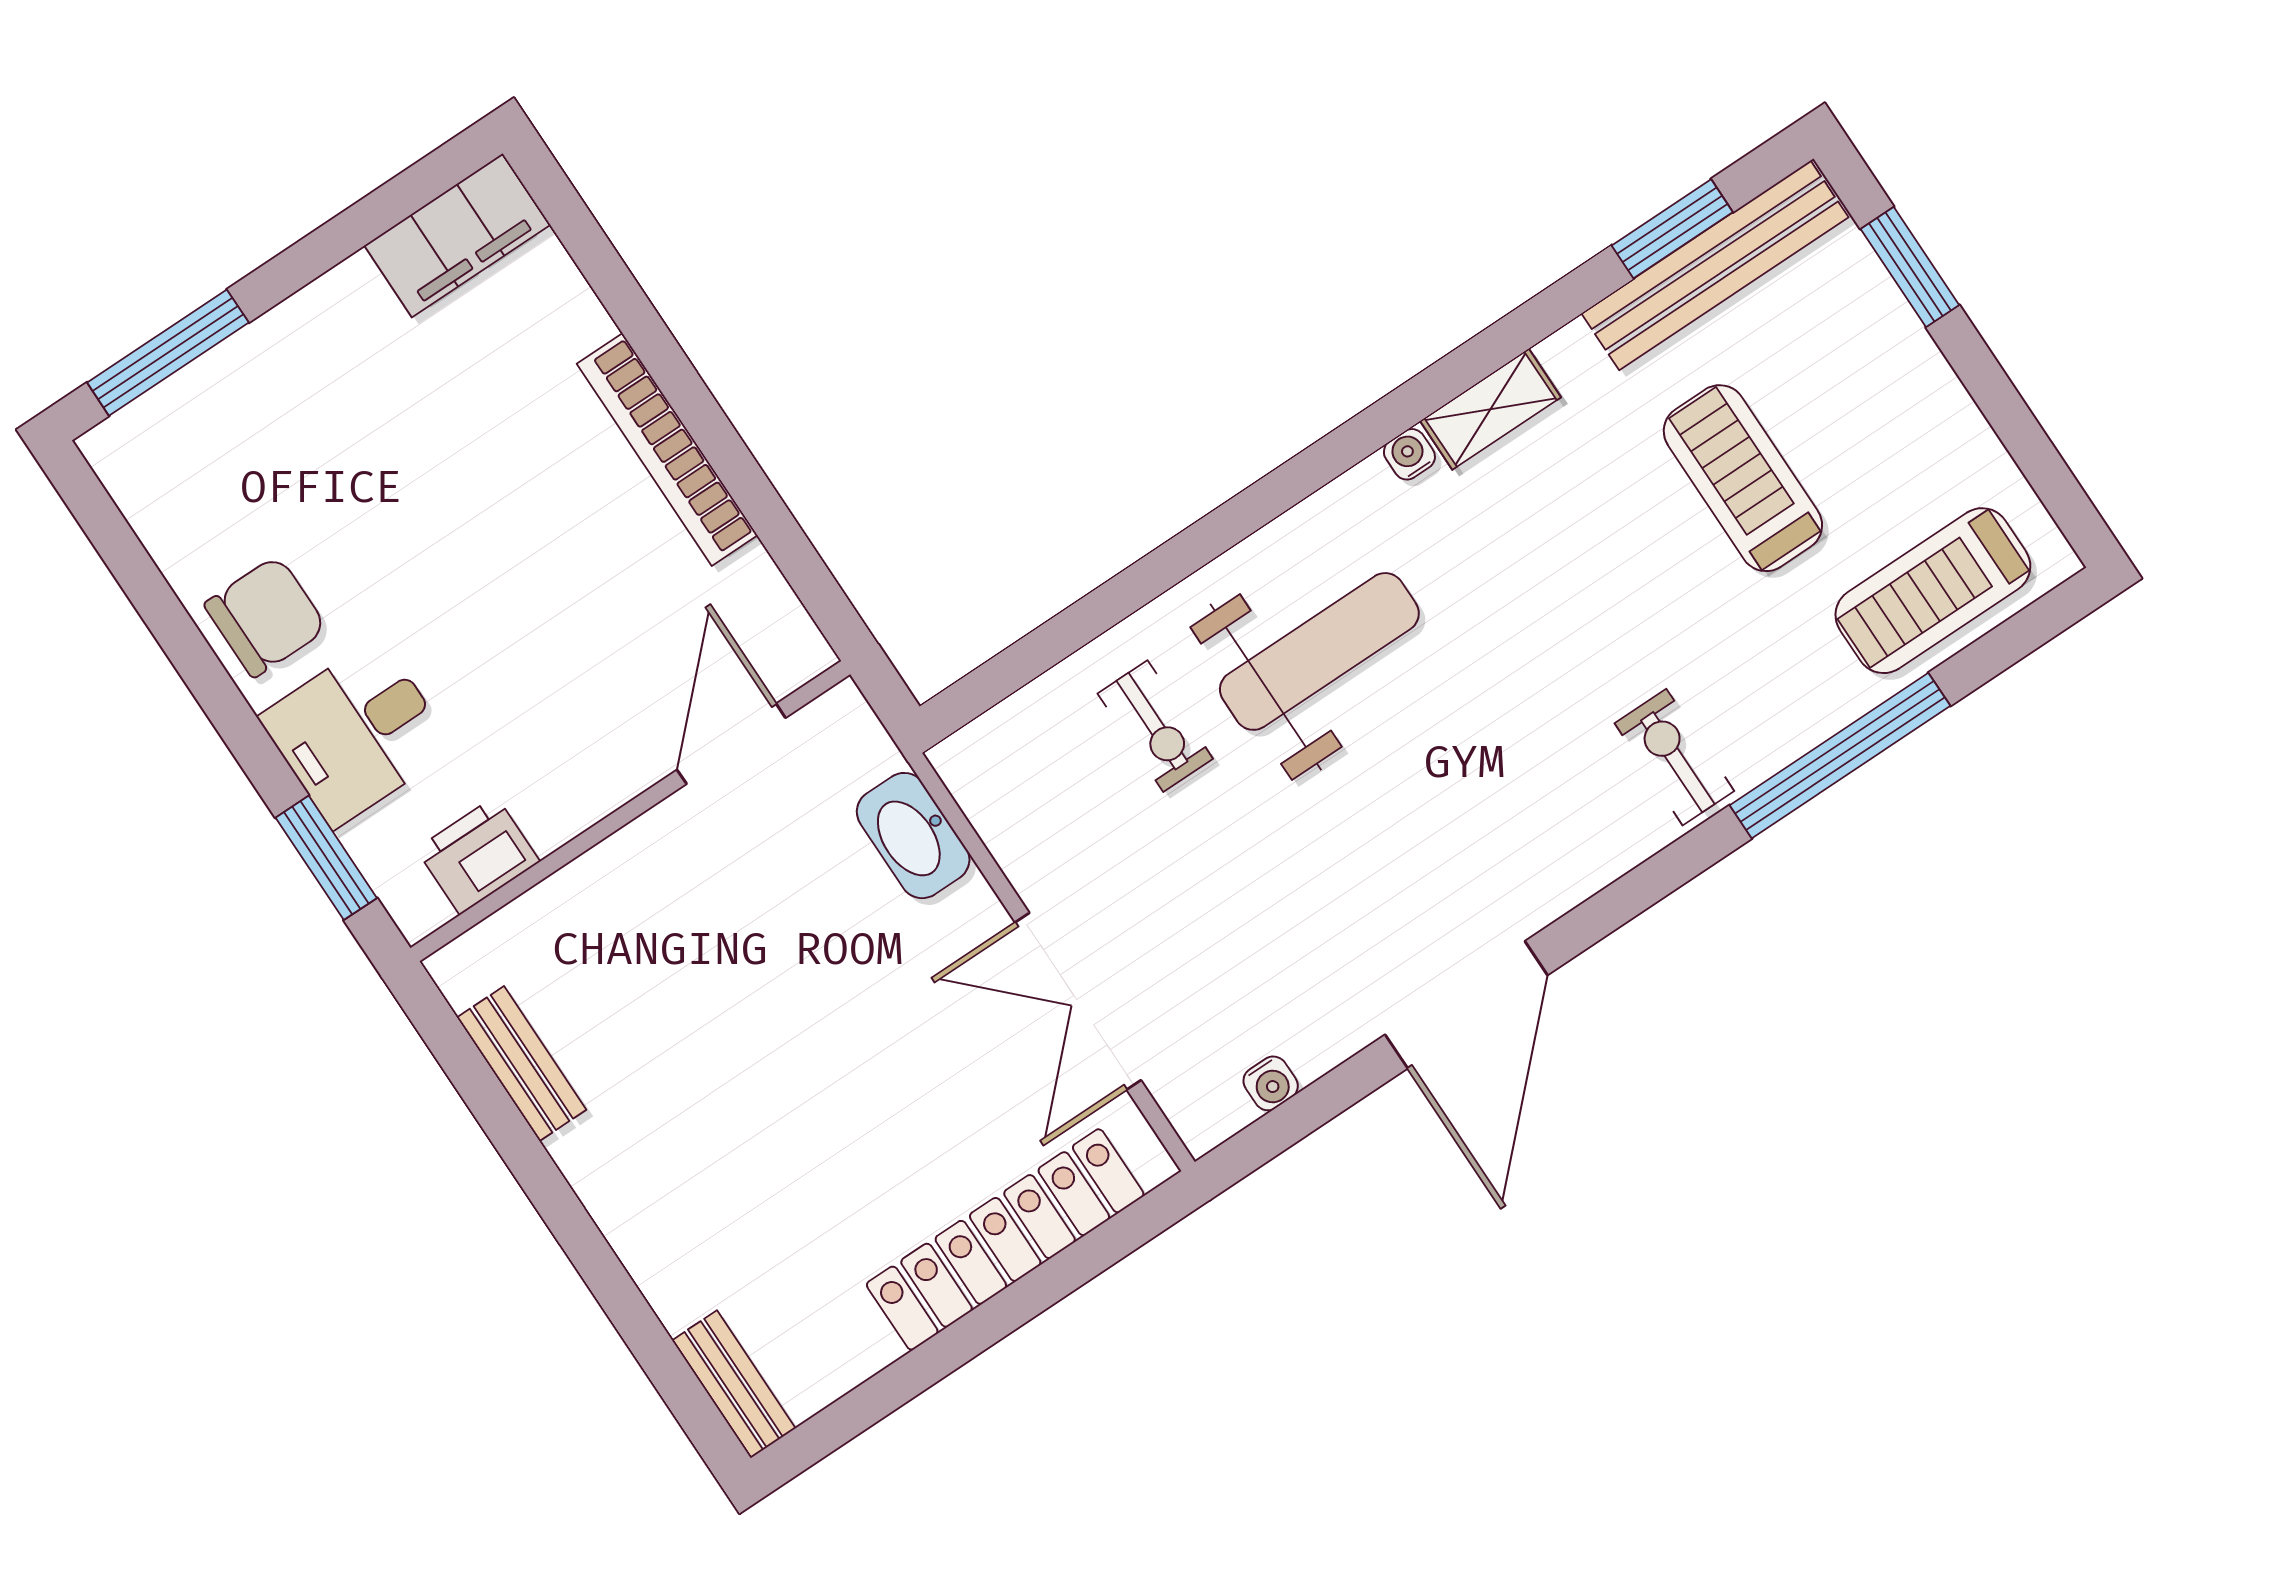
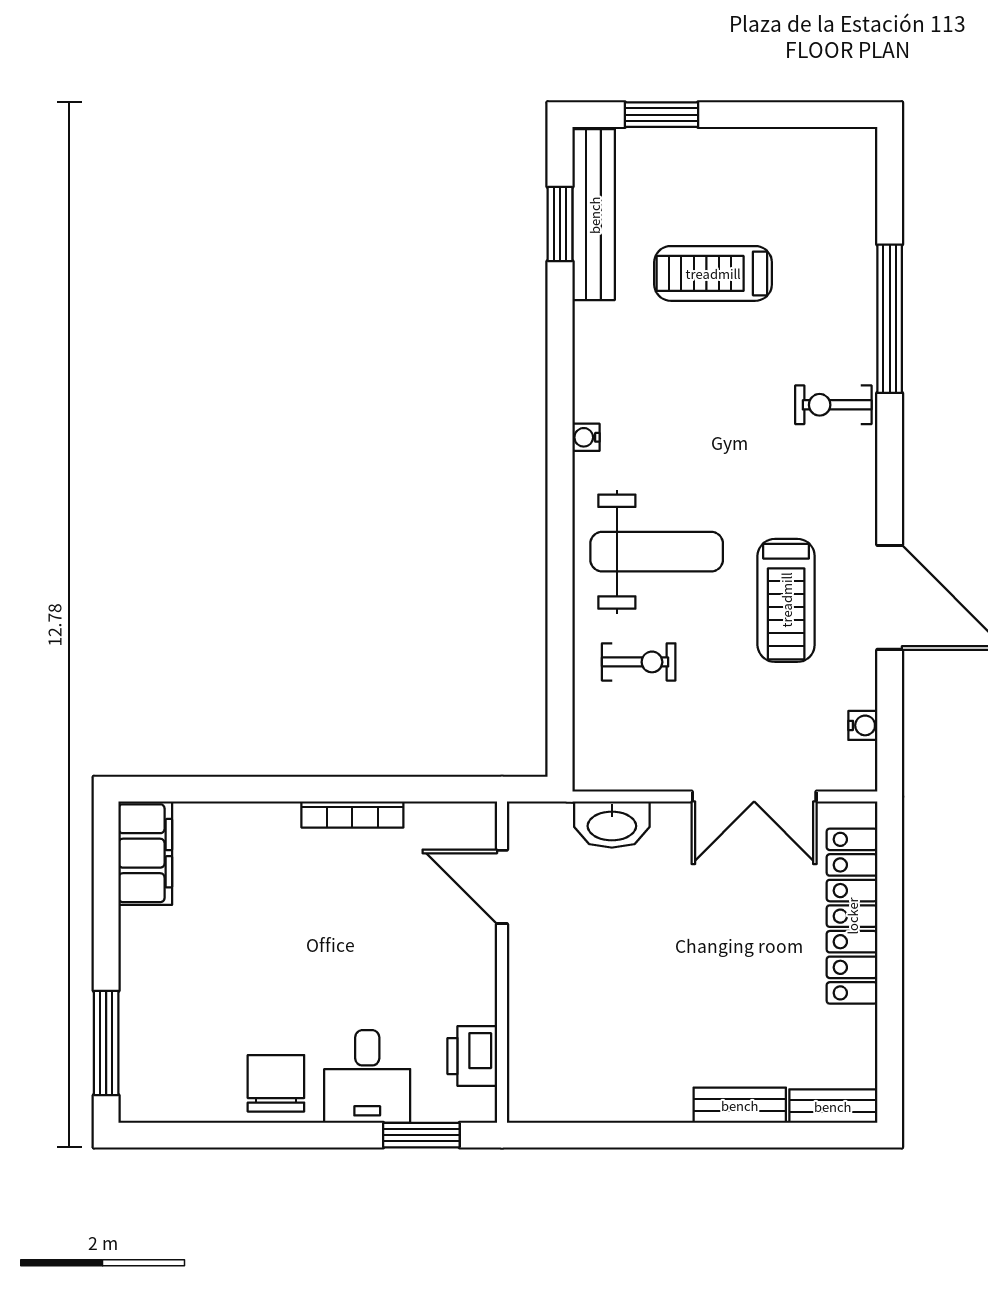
shelving: (1491, 409) -> (591, 380), removed
bookcase: (667, 449) -> (352, 815), width x0.68, depth x0.76
treadmill: (1933, 591) -> (786, 600), moved
weight bench: (1319, 651) -> (657, 552), turned 90
bench: (521, 1064) -> (740, 1105), moved

